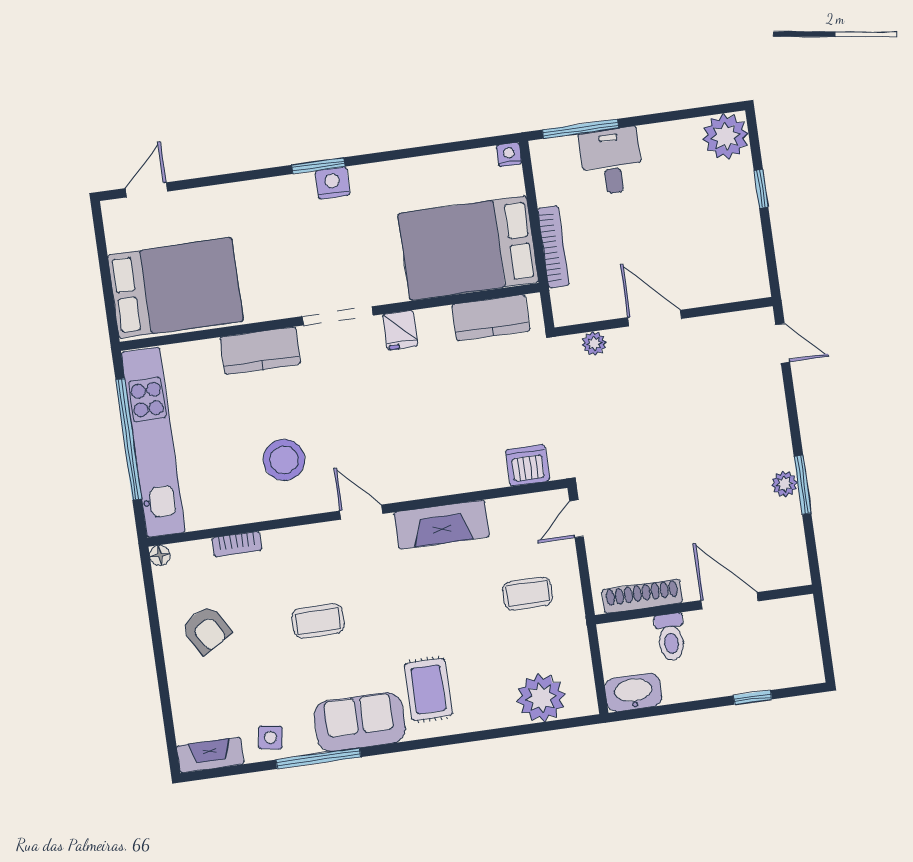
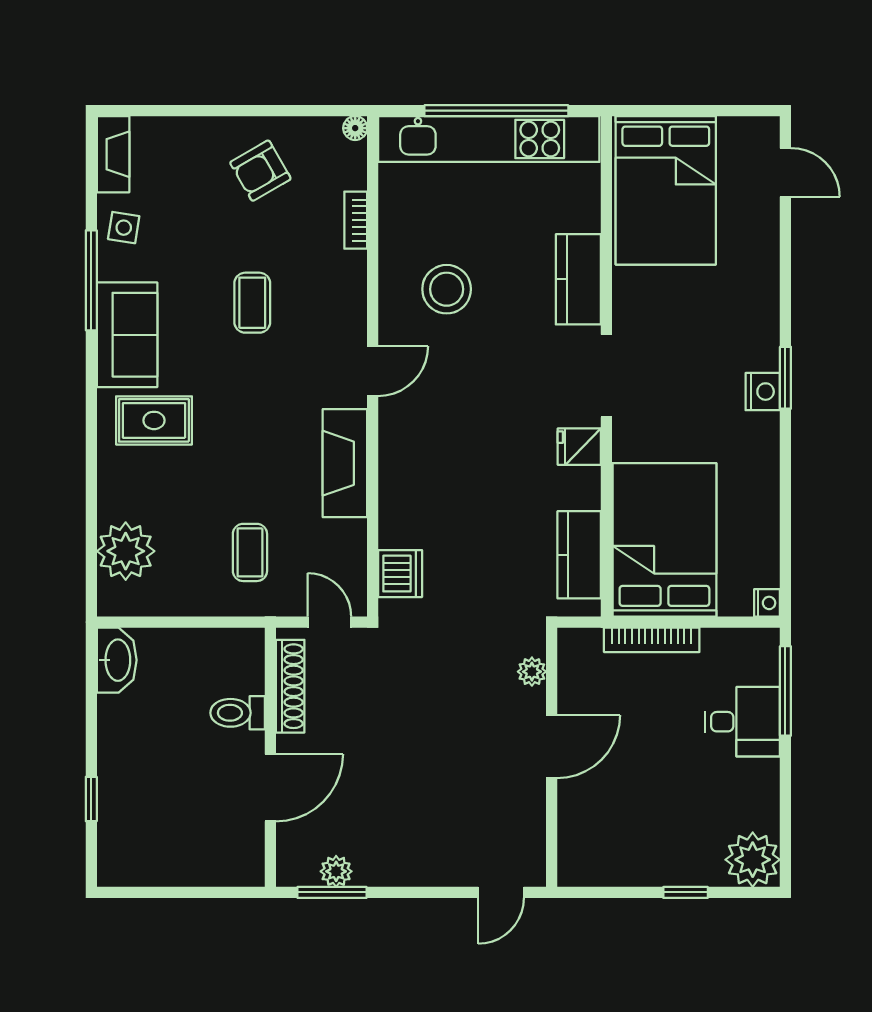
shoe rack: (642, 596) -> (290, 686), moved
door: (730, 601) -> (270, 788), moved
wall: (704, 604) -> (270, 757), moved
toilet: (671, 637) -> (238, 713), moved

